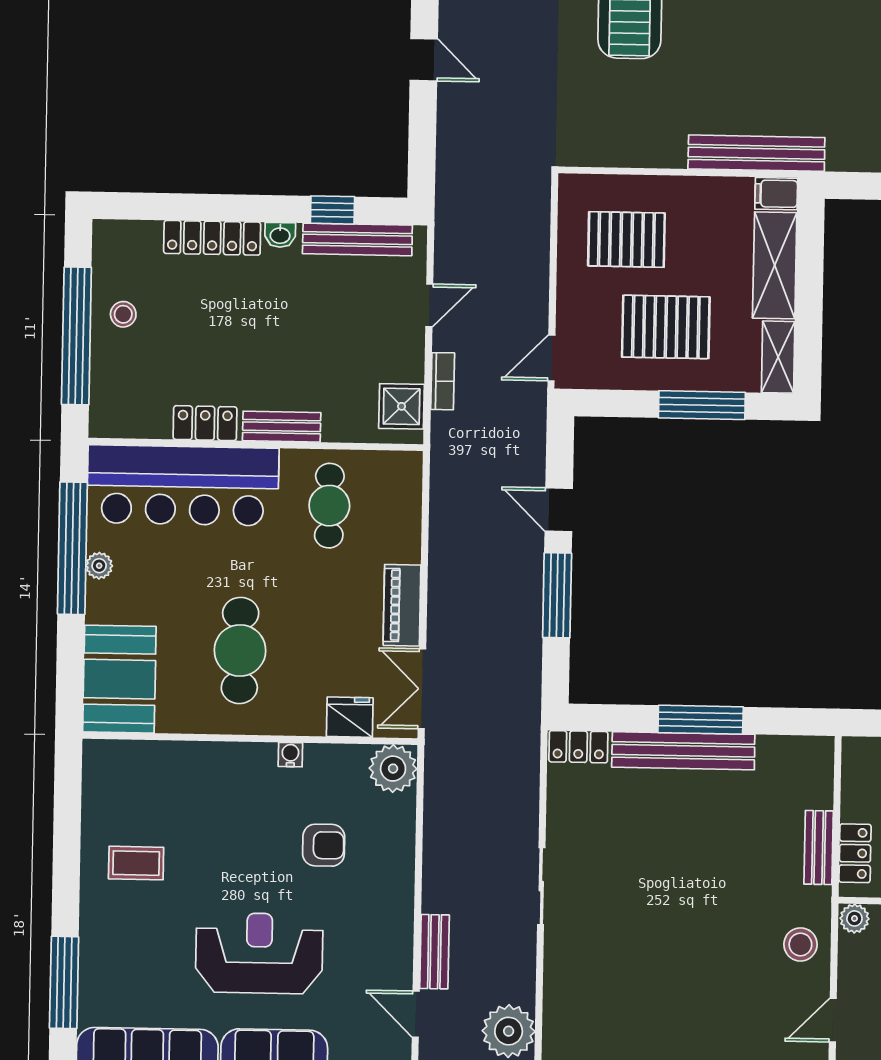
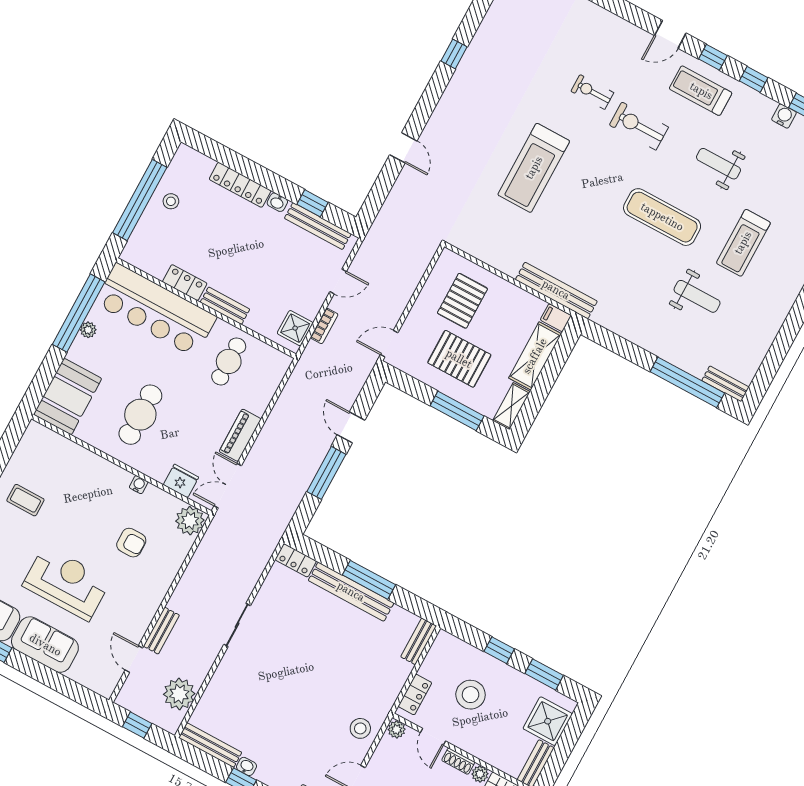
pallet: (626, 239) -> (462, 301), turned 90
bench: (819, 848) -> (419, 641), moved

